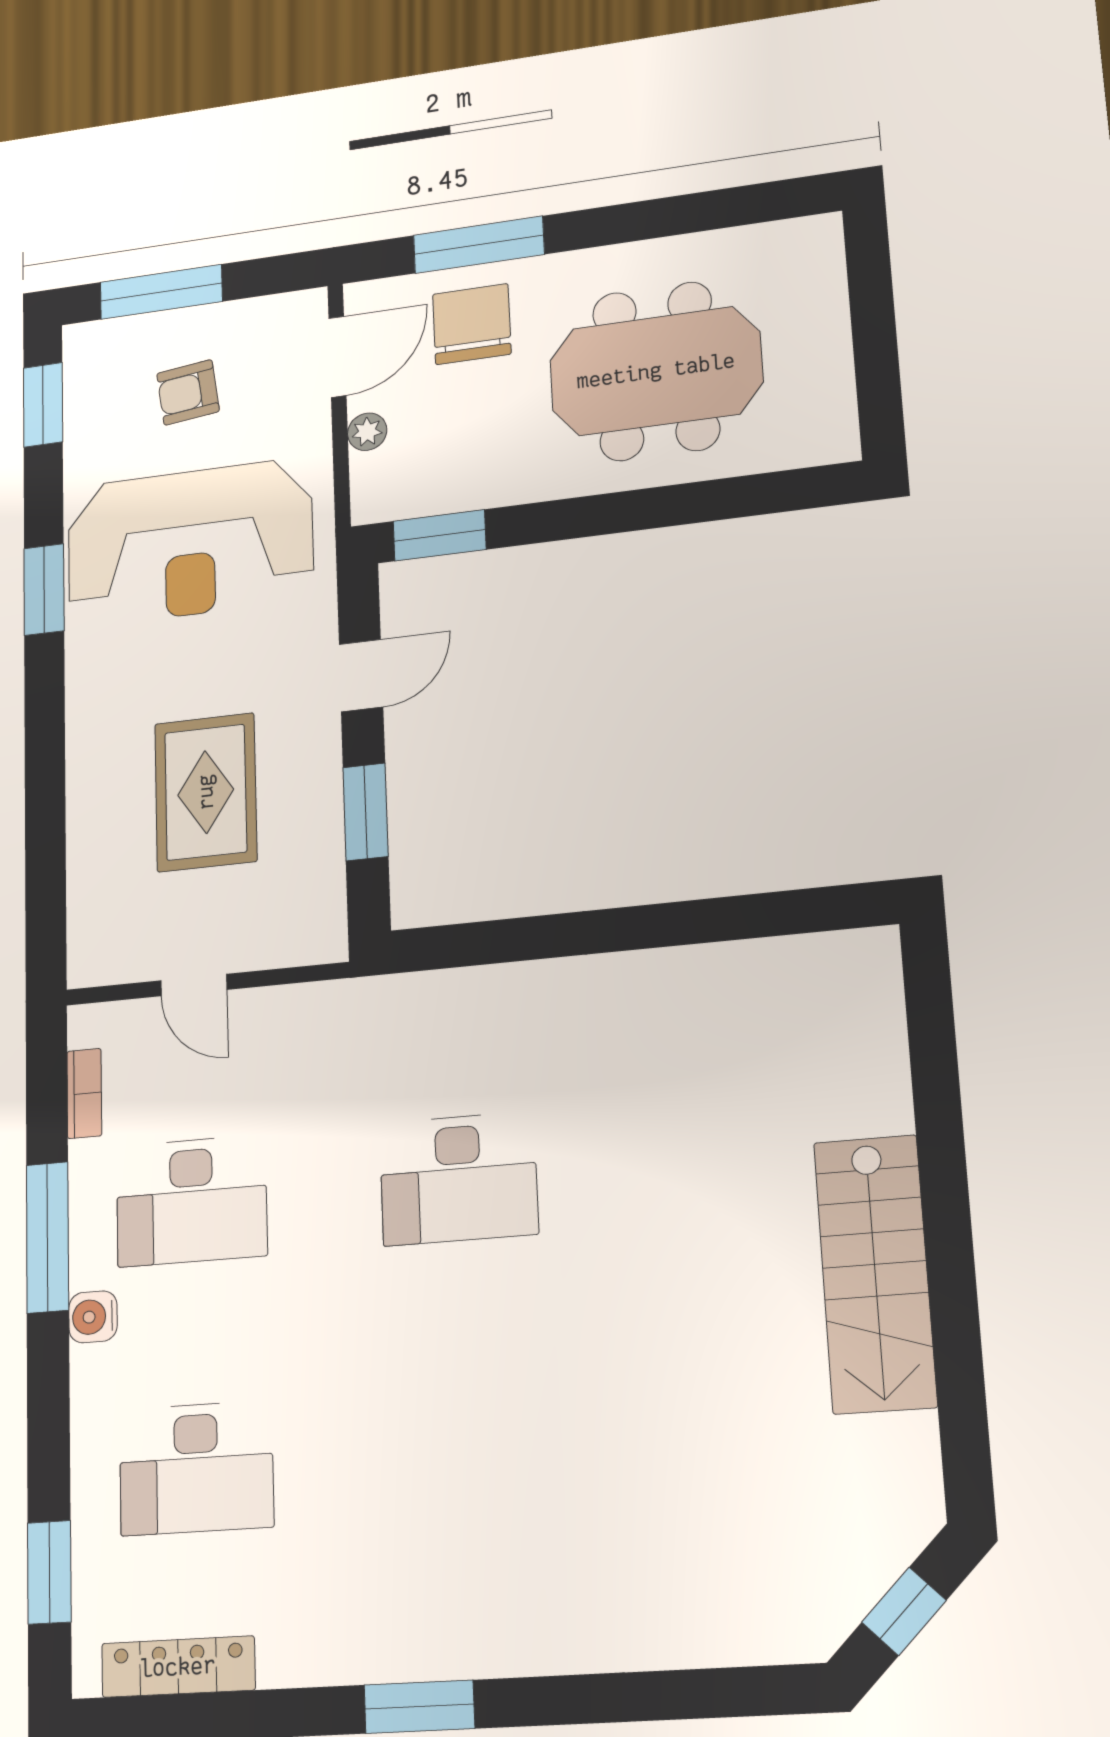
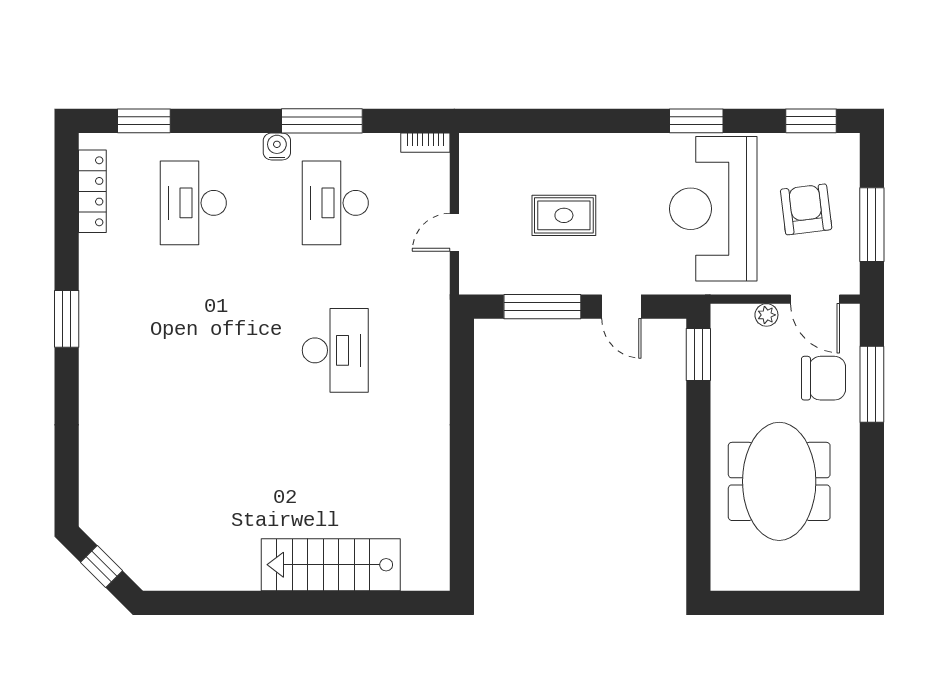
window: (161, 292) -> (872, 225), moved
armchair: (188, 392) -> (806, 209), width x1.38, depth x1.38
rug: (206, 792) -> (564, 215), width x0.73, depth x0.70
window: (366, 812) -> (542, 307), width x1.44
door: (194, 985) -> (454, 232), moved
bookcase: (84, 1093) -> (425, 143), moved
desk: (458, 1179) -> (335, 350), turned 180
stairs: (875, 1274) -> (331, 565), moved

